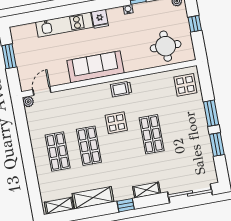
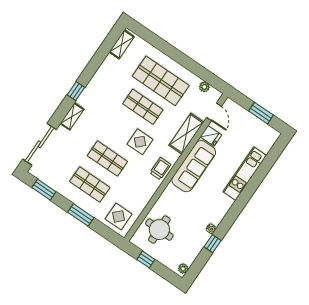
fridge: (100, 19) -> (211, 136), moved, turned 180
window: (195, 24) -> (146, 259), moved
plant: (28, 102) -> (204, 87), moved
shop shelf: (183, 129) -> (90, 184), added
window: (217, 145) -> (44, 190), moved
shop shelf: (58, 152) -> (161, 81), width x1.43, depth x1.36
shelving: (93, 198) -> (186, 134), moved

